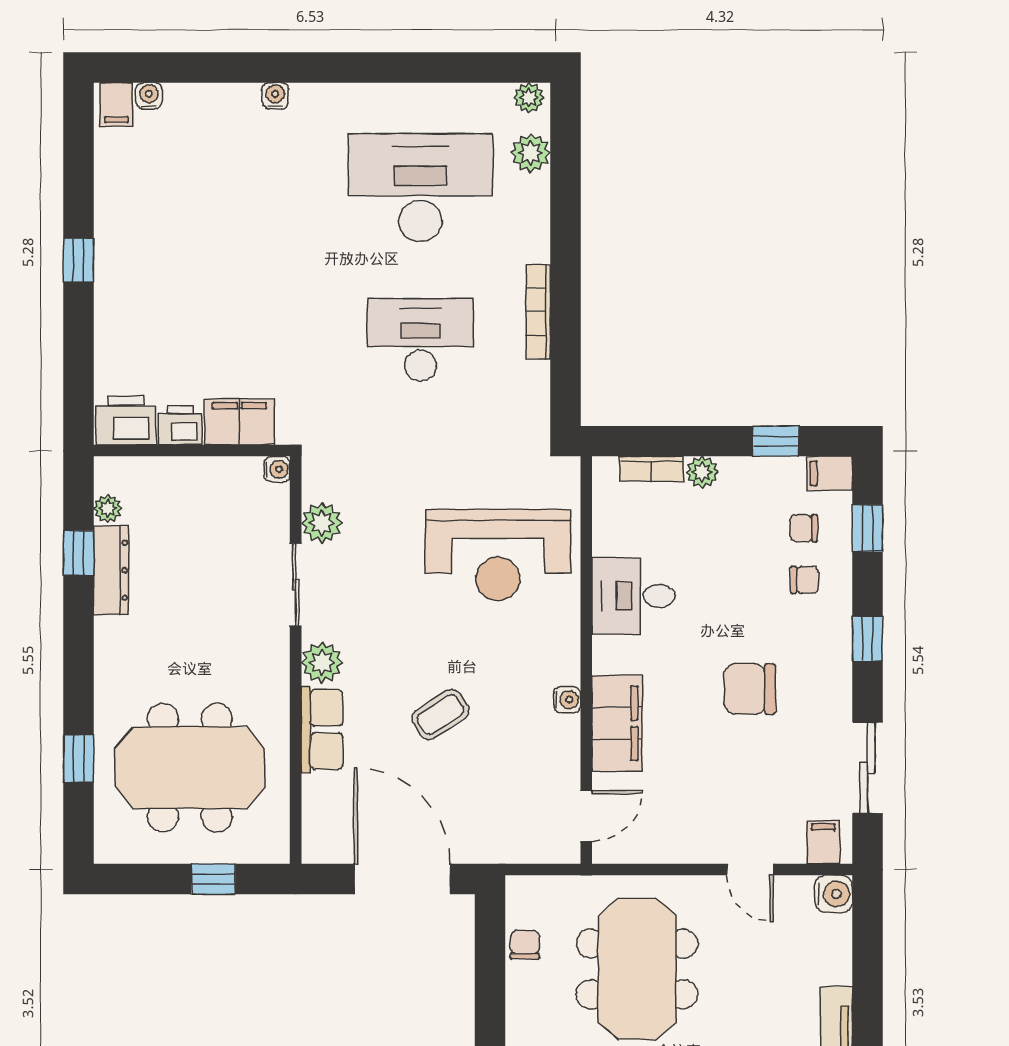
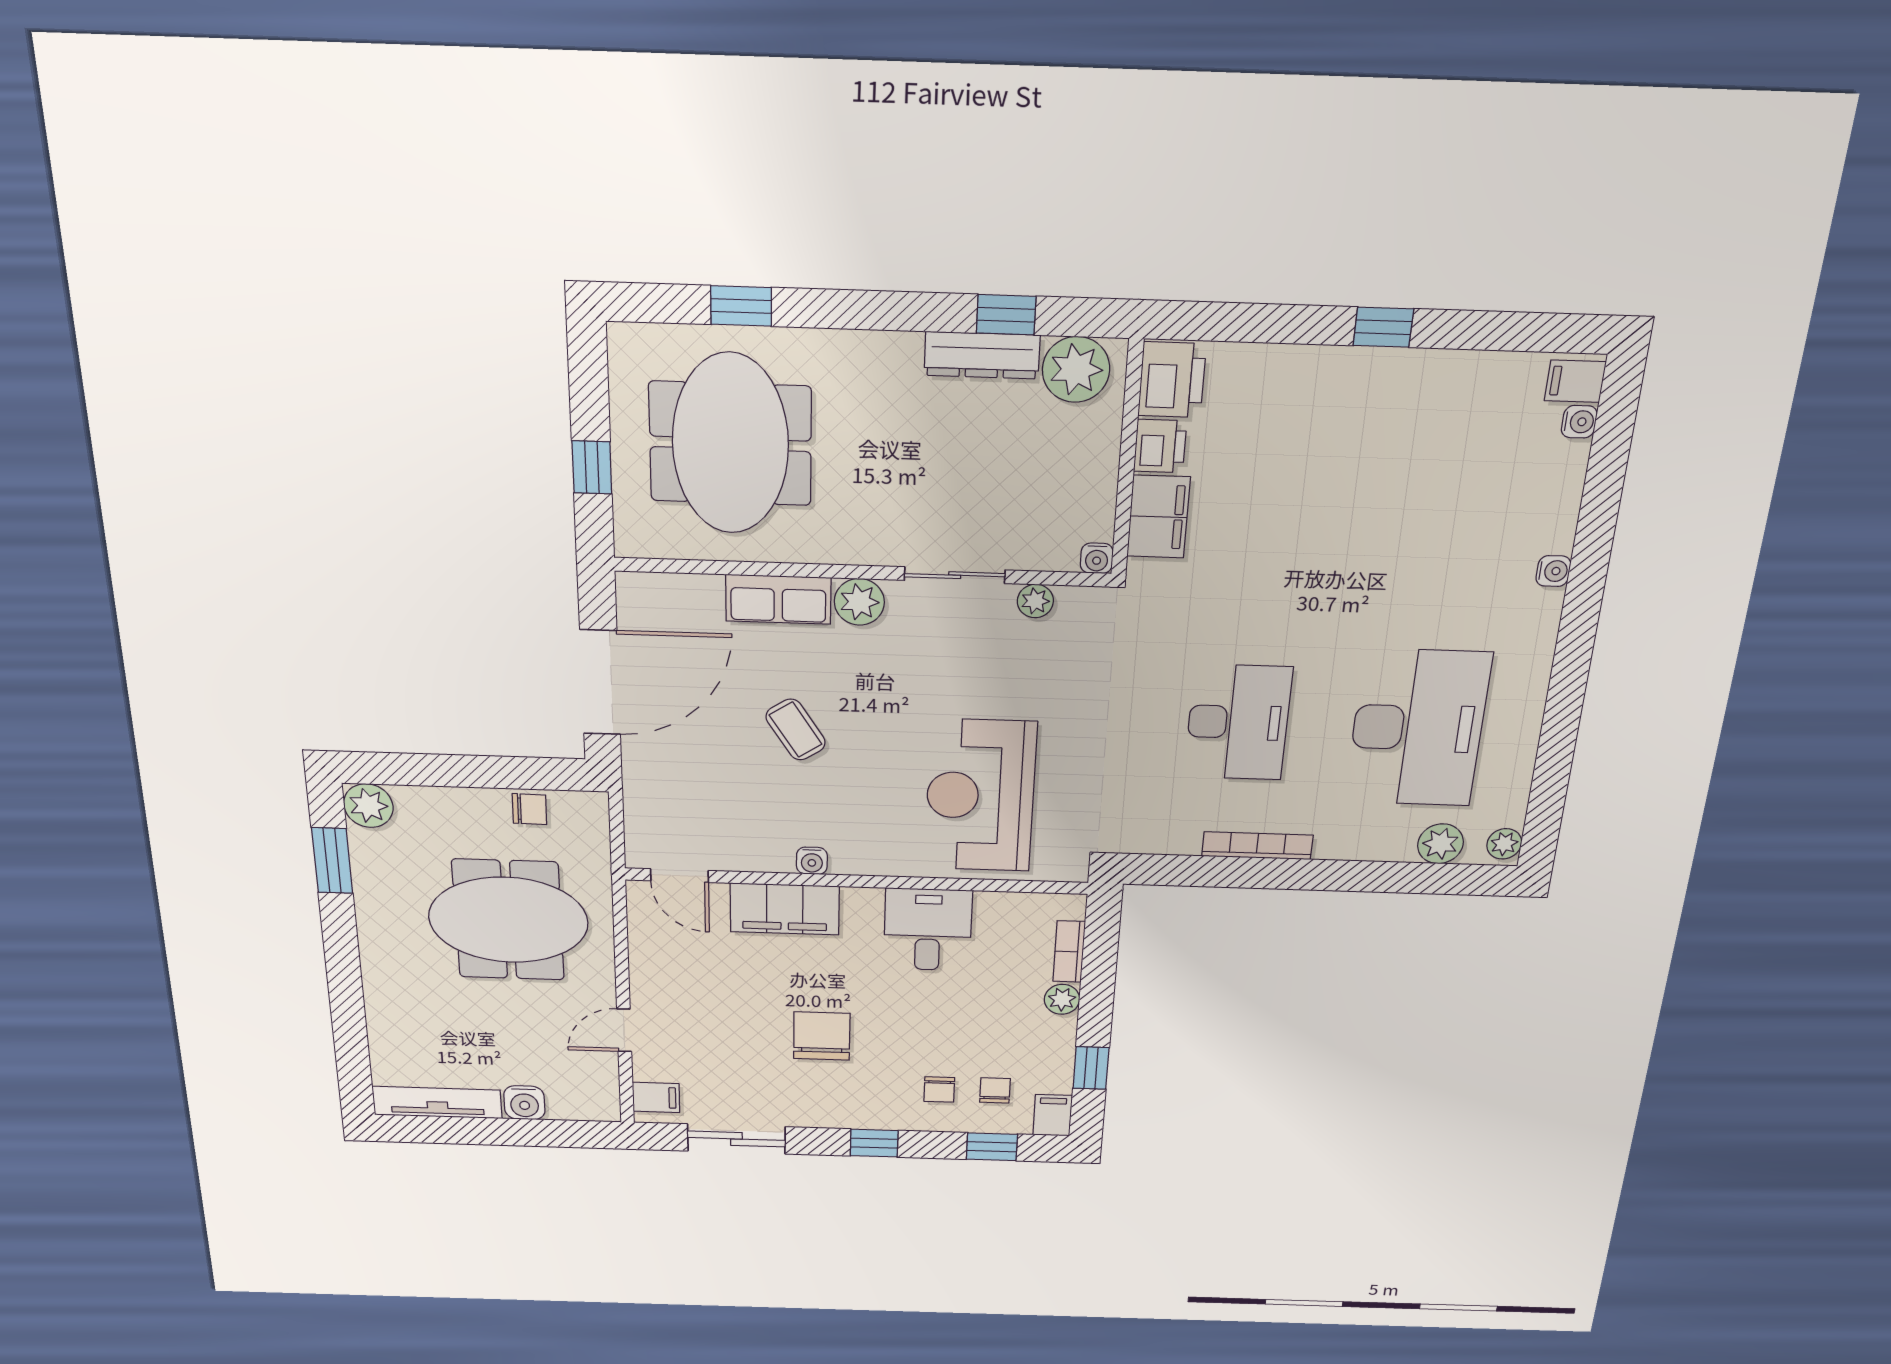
plant: (108, 508) -> (1076, 369), width x1.87, depth x1.87
plant: (322, 523) -> (1035, 601), width x0.73, depth x0.73
water cooler: (834, 894) -> (524, 1103), moved

